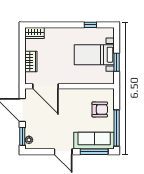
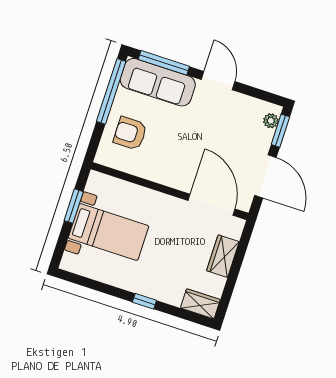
window: (90, 25) -> (144, 301), moved

